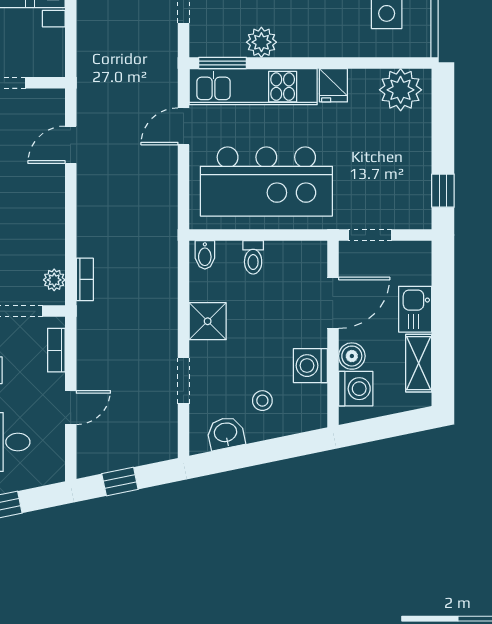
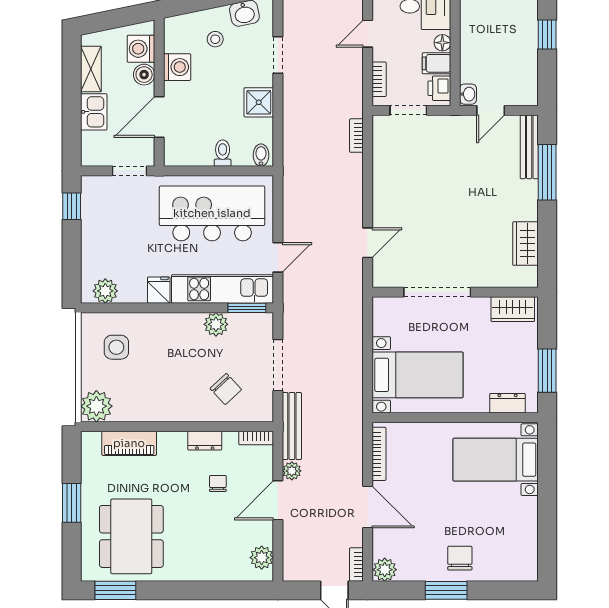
plant: (401, 90) -> (105, 291), width x0.73, depth x0.73
plant: (54, 280) -> (381, 135), removed

